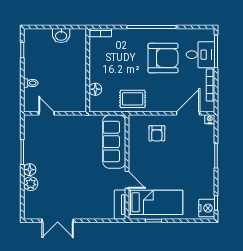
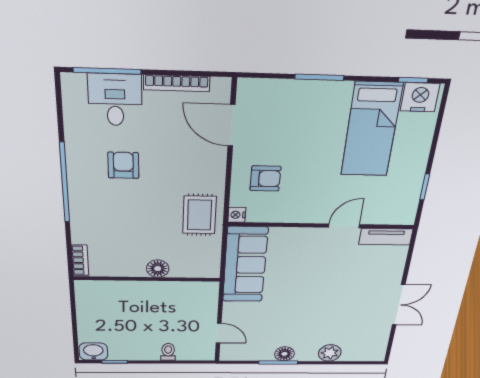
washbasin: (61, 36) -> (93, 352), moved, turned -90
armchair: (163, 58) -> (123, 165), width x0.53, depth x0.53
floor lamp: (95, 89) -> (158, 269), moved
door: (47, 113) -> (219, 333), swing flipped
nightstand: (210, 119) -> (237, 215), moved
sofa: (114, 142) -> (245, 265), moved, turned -90
floor lamp: (30, 170) -> (284, 354), moved
bed: (155, 202) -> (371, 130), moved, turned 180
double door: (58, 221) -> (399, 305), moved

